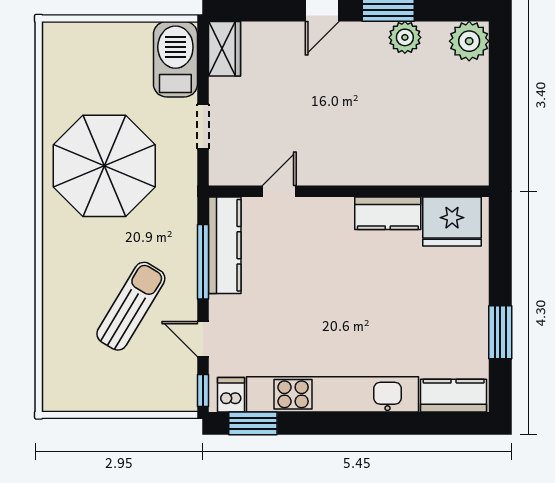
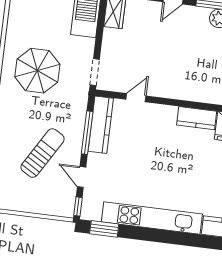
doorway: (203, 127) -> (95, 72), moved
parasol: (104, 166) -> (37, 71), width x0.73, depth x0.73
dishwasher: (231, 395) -> (94, 211), removed

